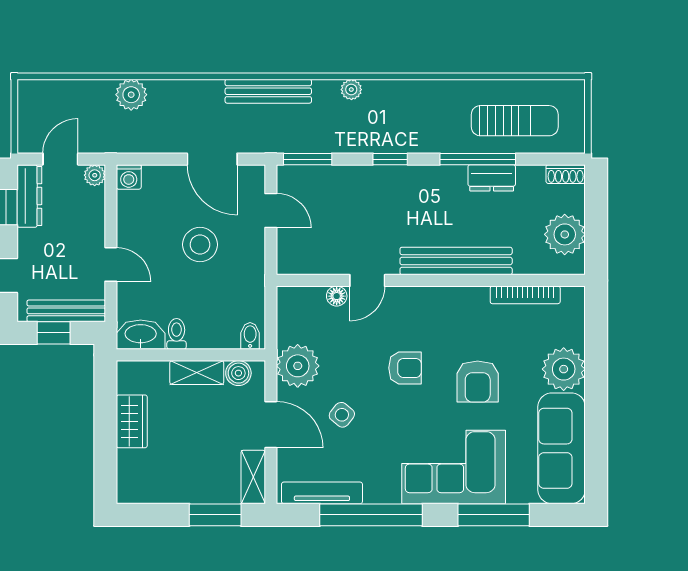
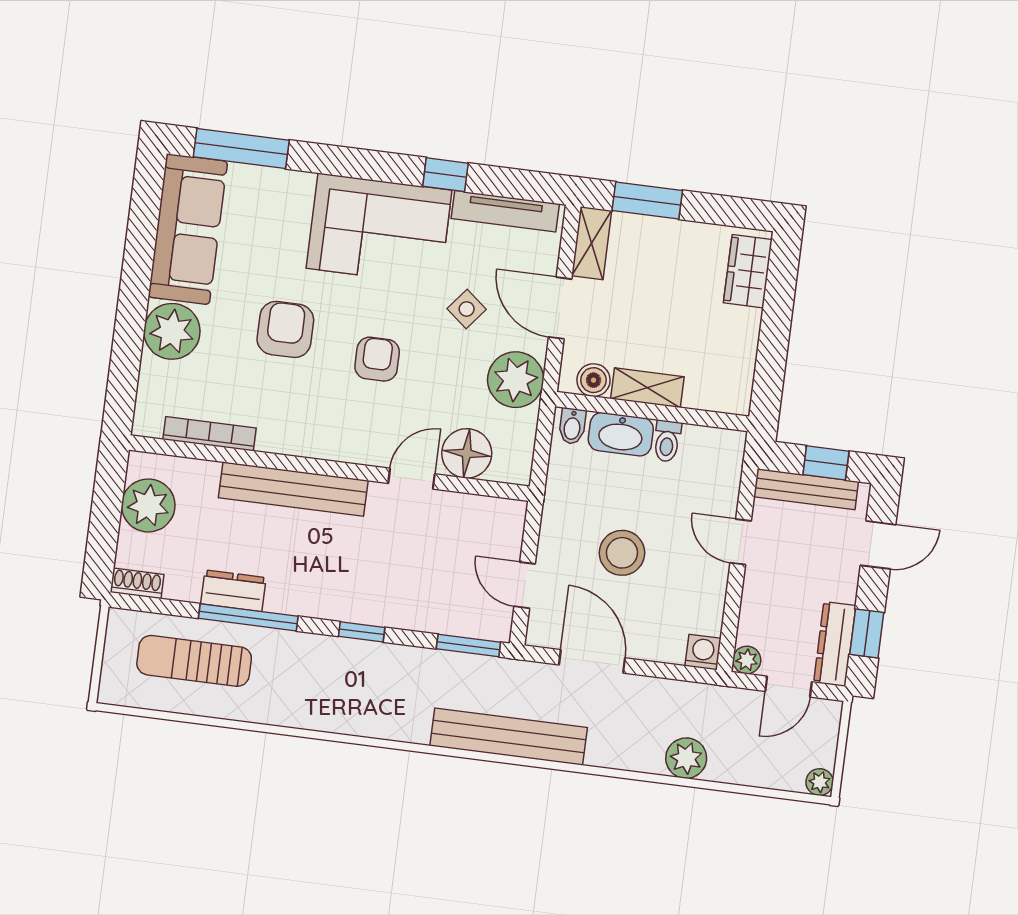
plant: (351, 90) -> (820, 782), moved
bench: (268, 91) -> (509, 737), width x1.37, depth x1.21
floor lamp: (337, 296) -> (467, 453), width x1.89, depth x1.89
washbasin: (141, 335) -> (621, 434), moved
armchair: (405, 368) -> (377, 359), turned 90
wardrobe: (132, 421) -> (748, 271), moved
corner sofa: (454, 467) -> (379, 229), moved
window: (371, 515) -> (445, 175), width x0.32
window: (494, 515) -> (241, 149), moved

